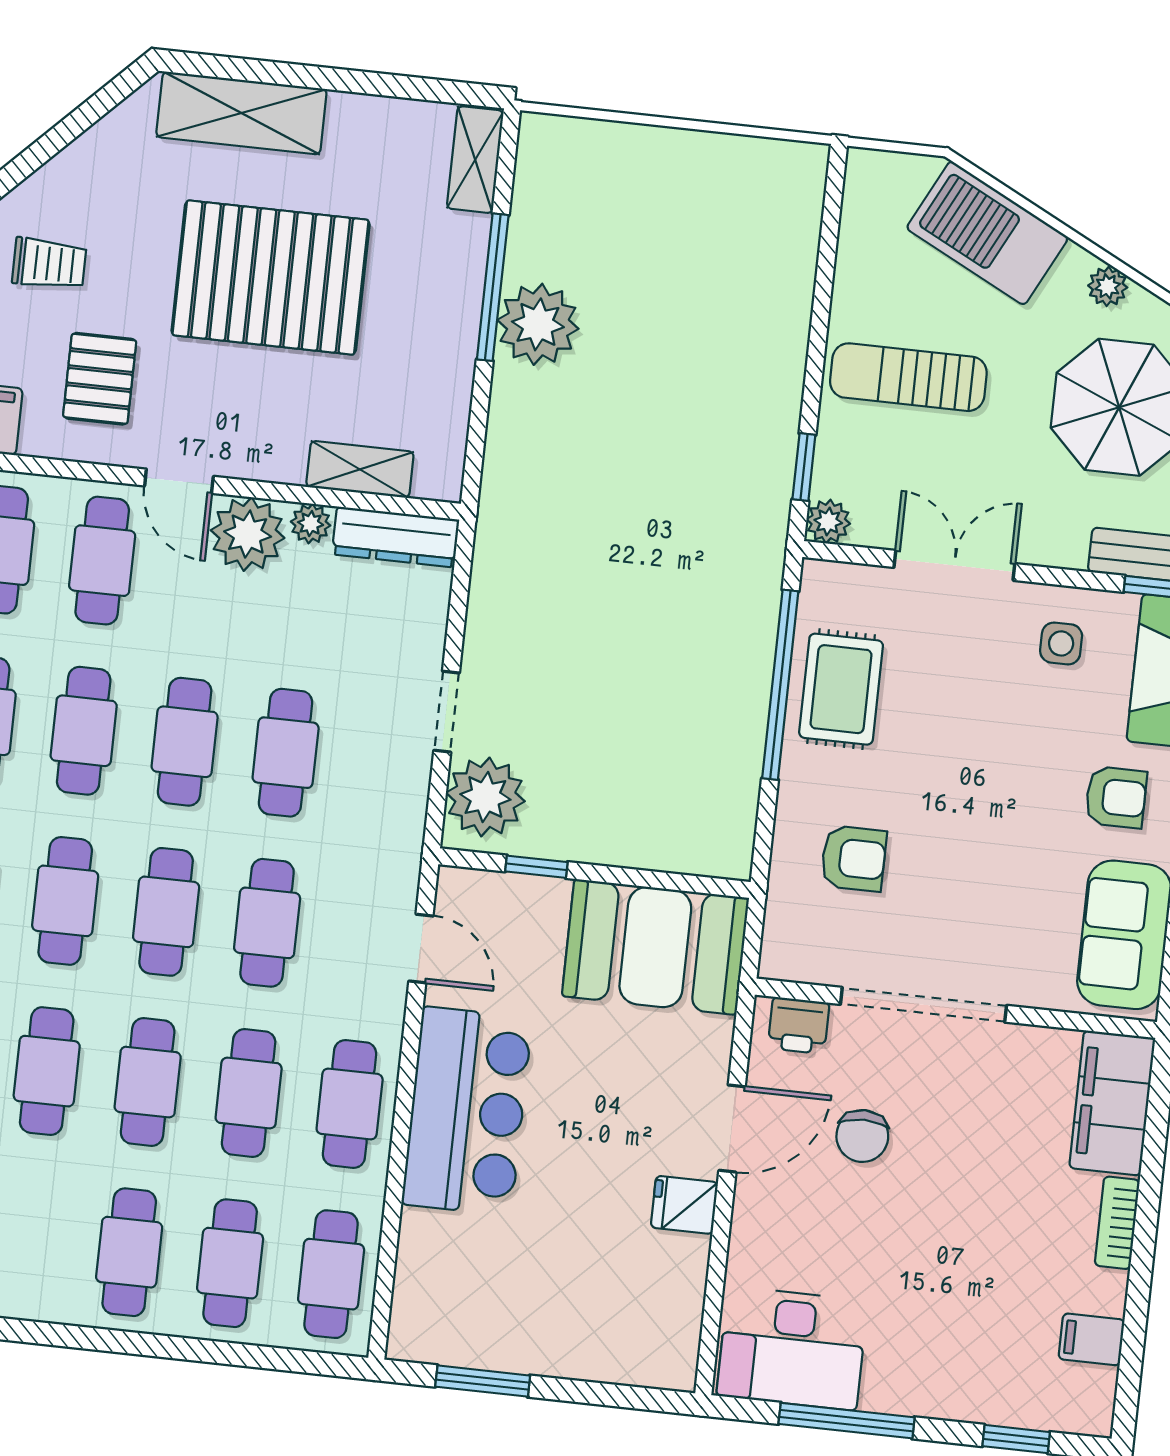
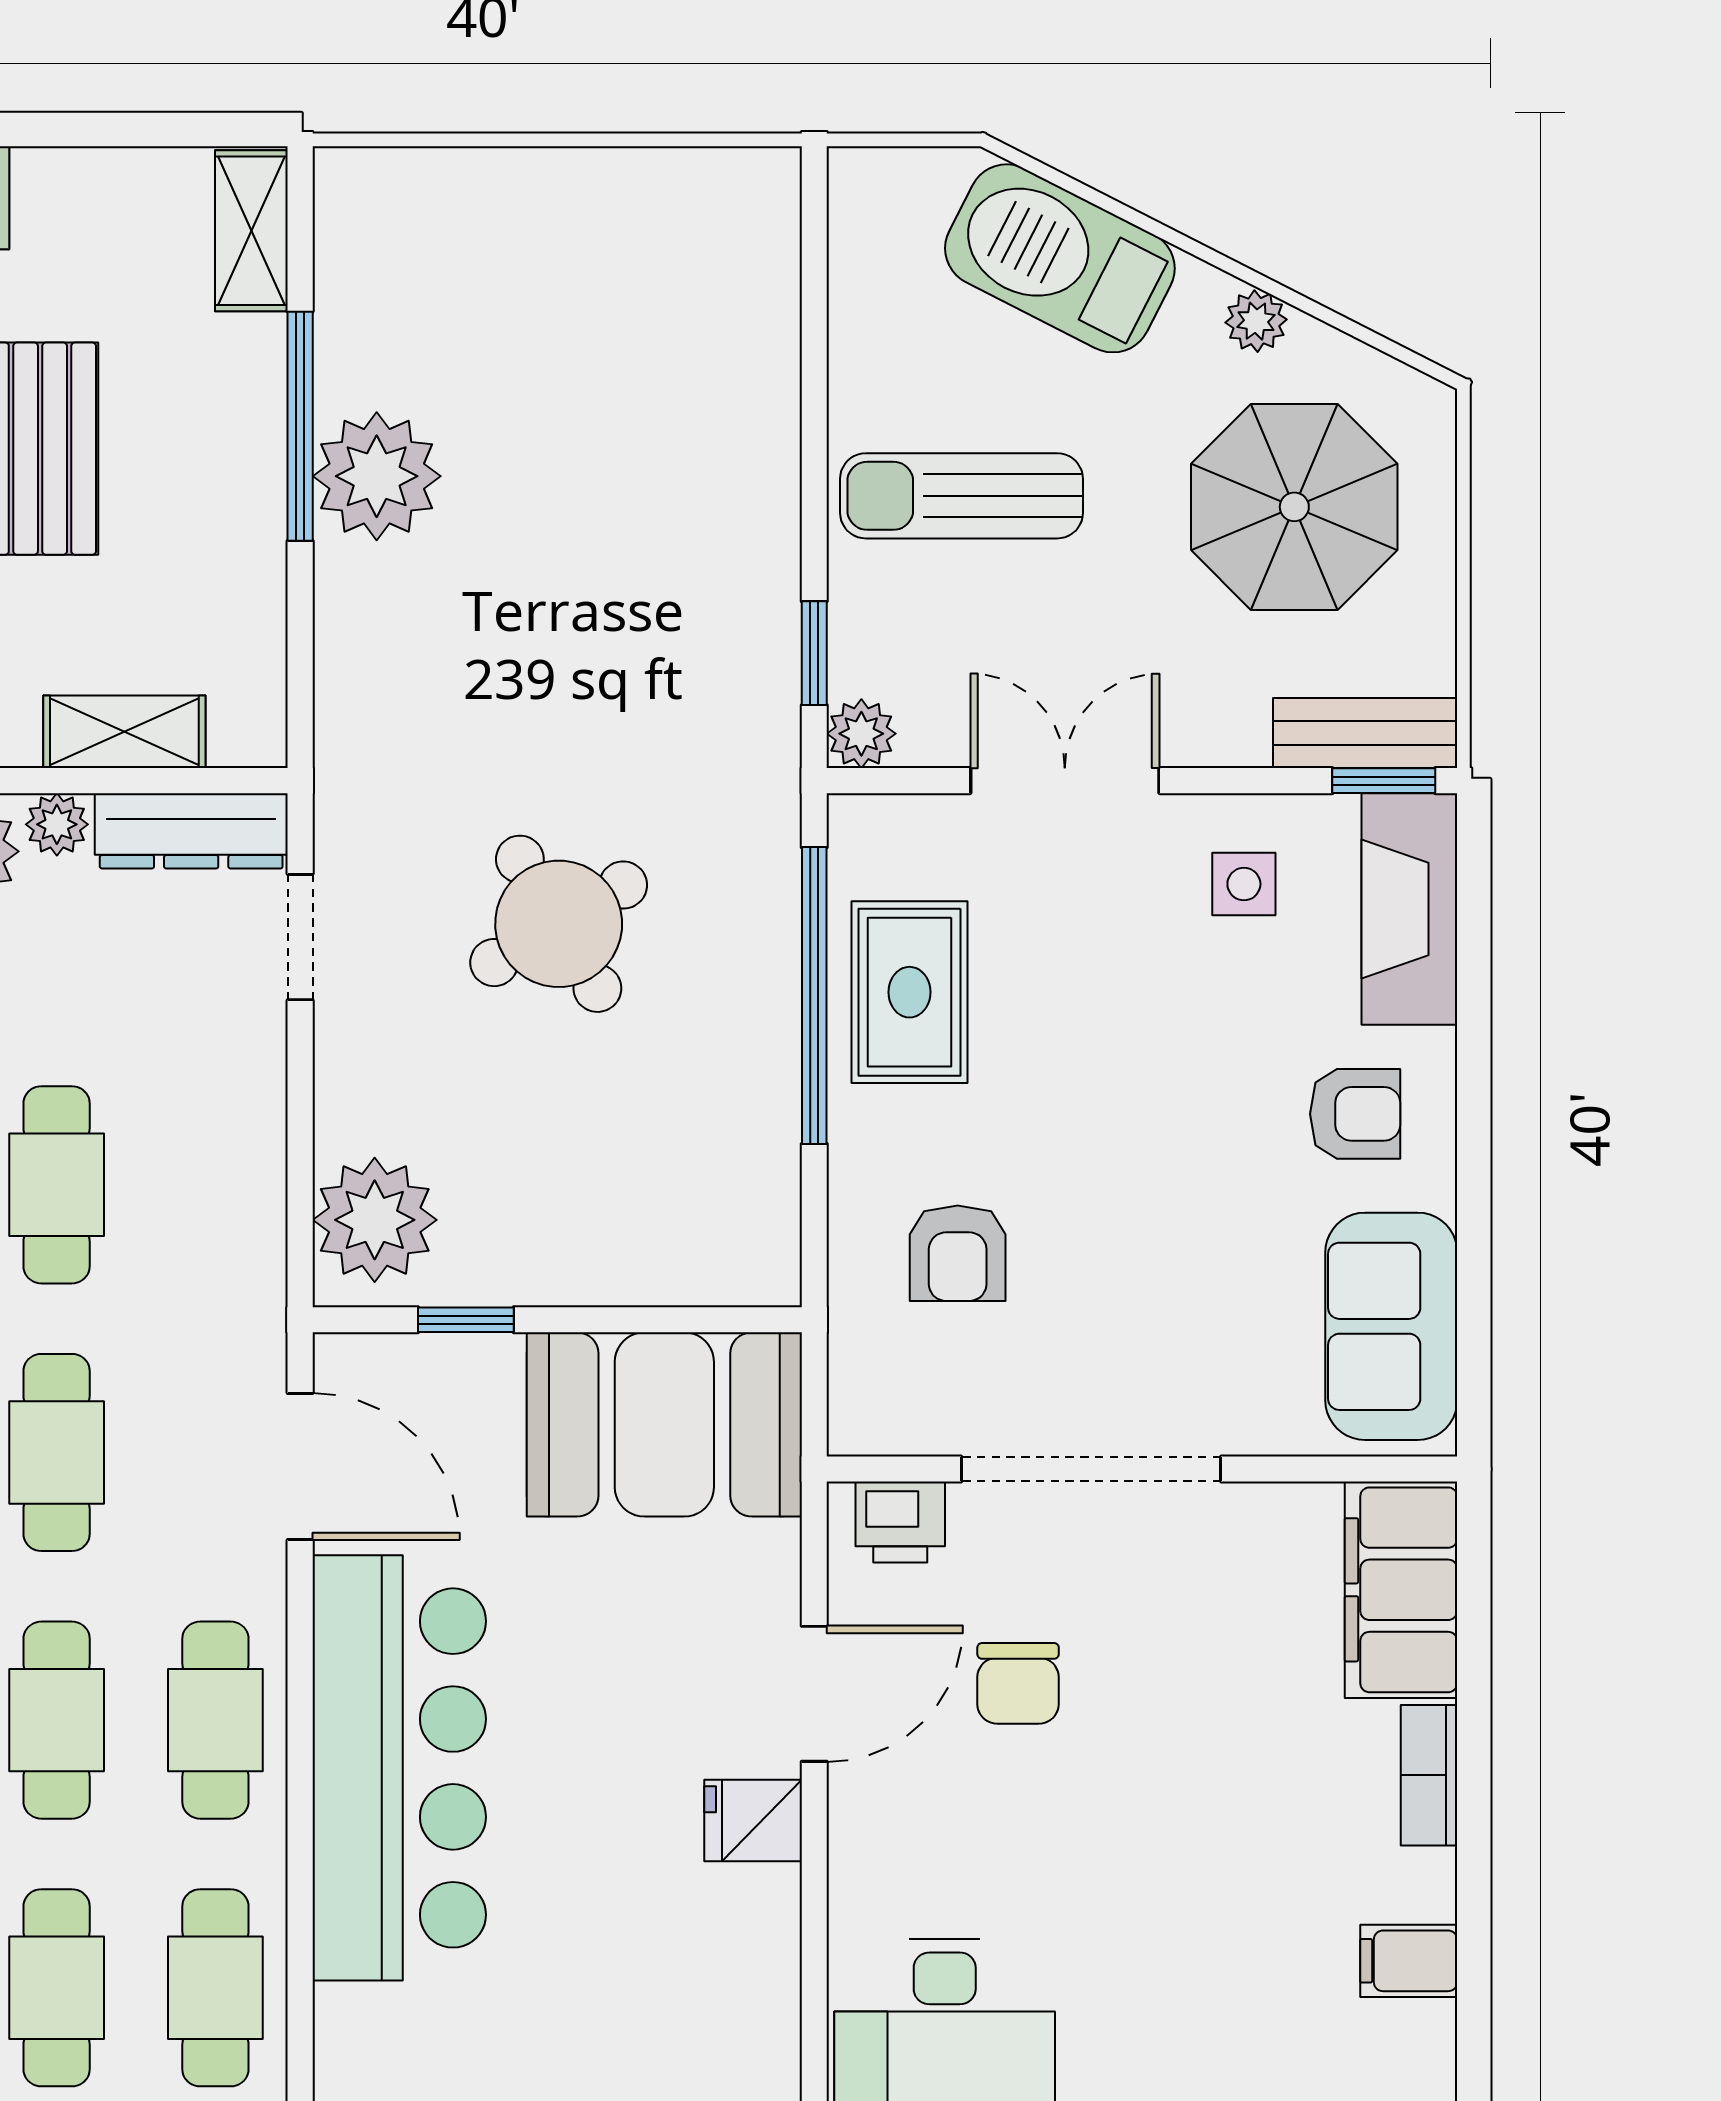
round table: (623, 621) -> (559, 924), added
doorway: (447, 712) -> (300, 937), moved
armchair: (854, 858) -> (958, 1253), turned 90
door: (421, 949) -> (300, 1467), width x1.38
bar counter: (467, 1111) -> (399, 1768), width x1.36

